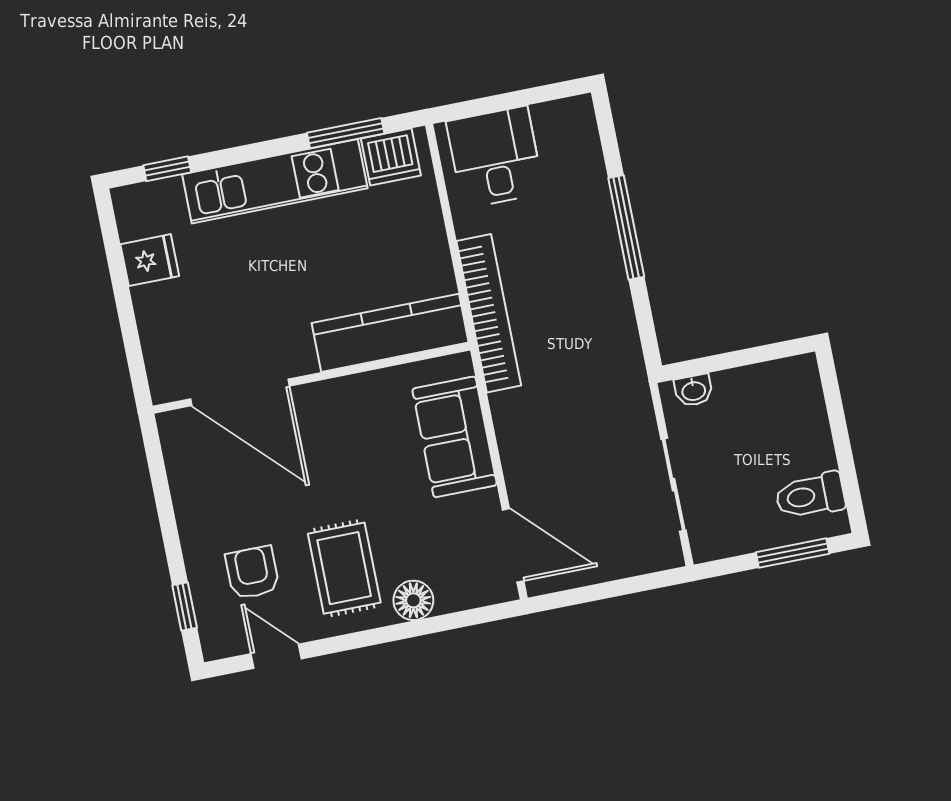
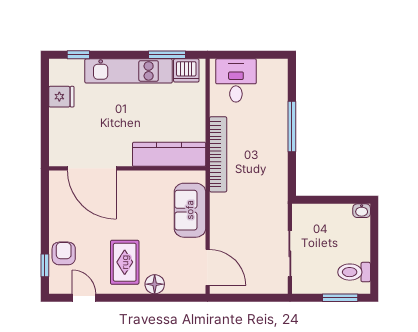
washbasin: (694, 390) -> (362, 211), moved
armchair: (252, 573) -> (64, 253), moved

